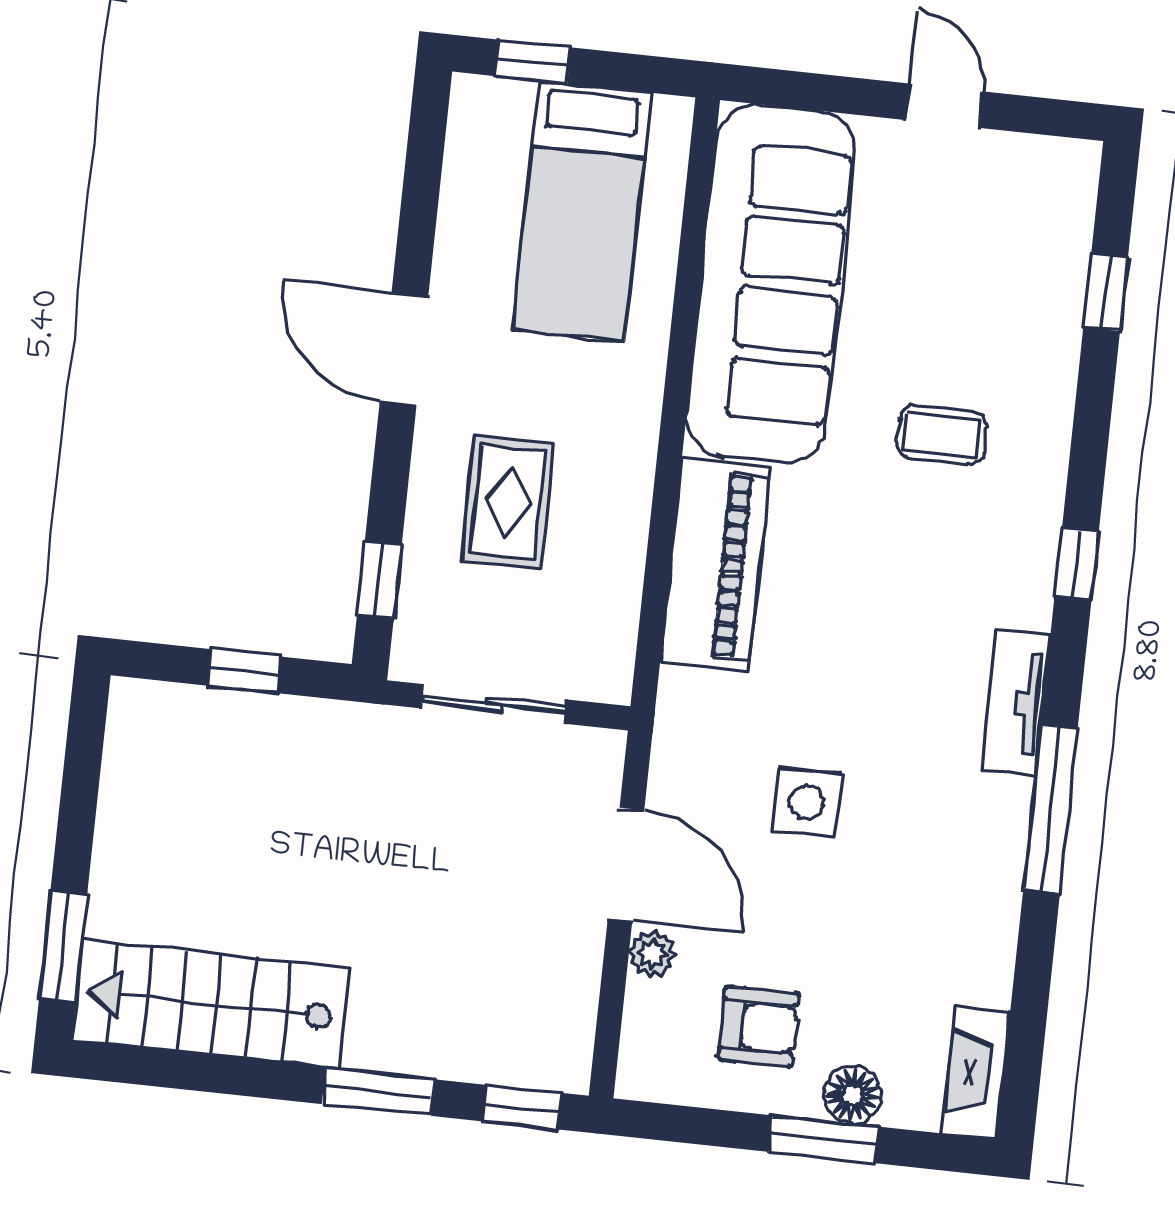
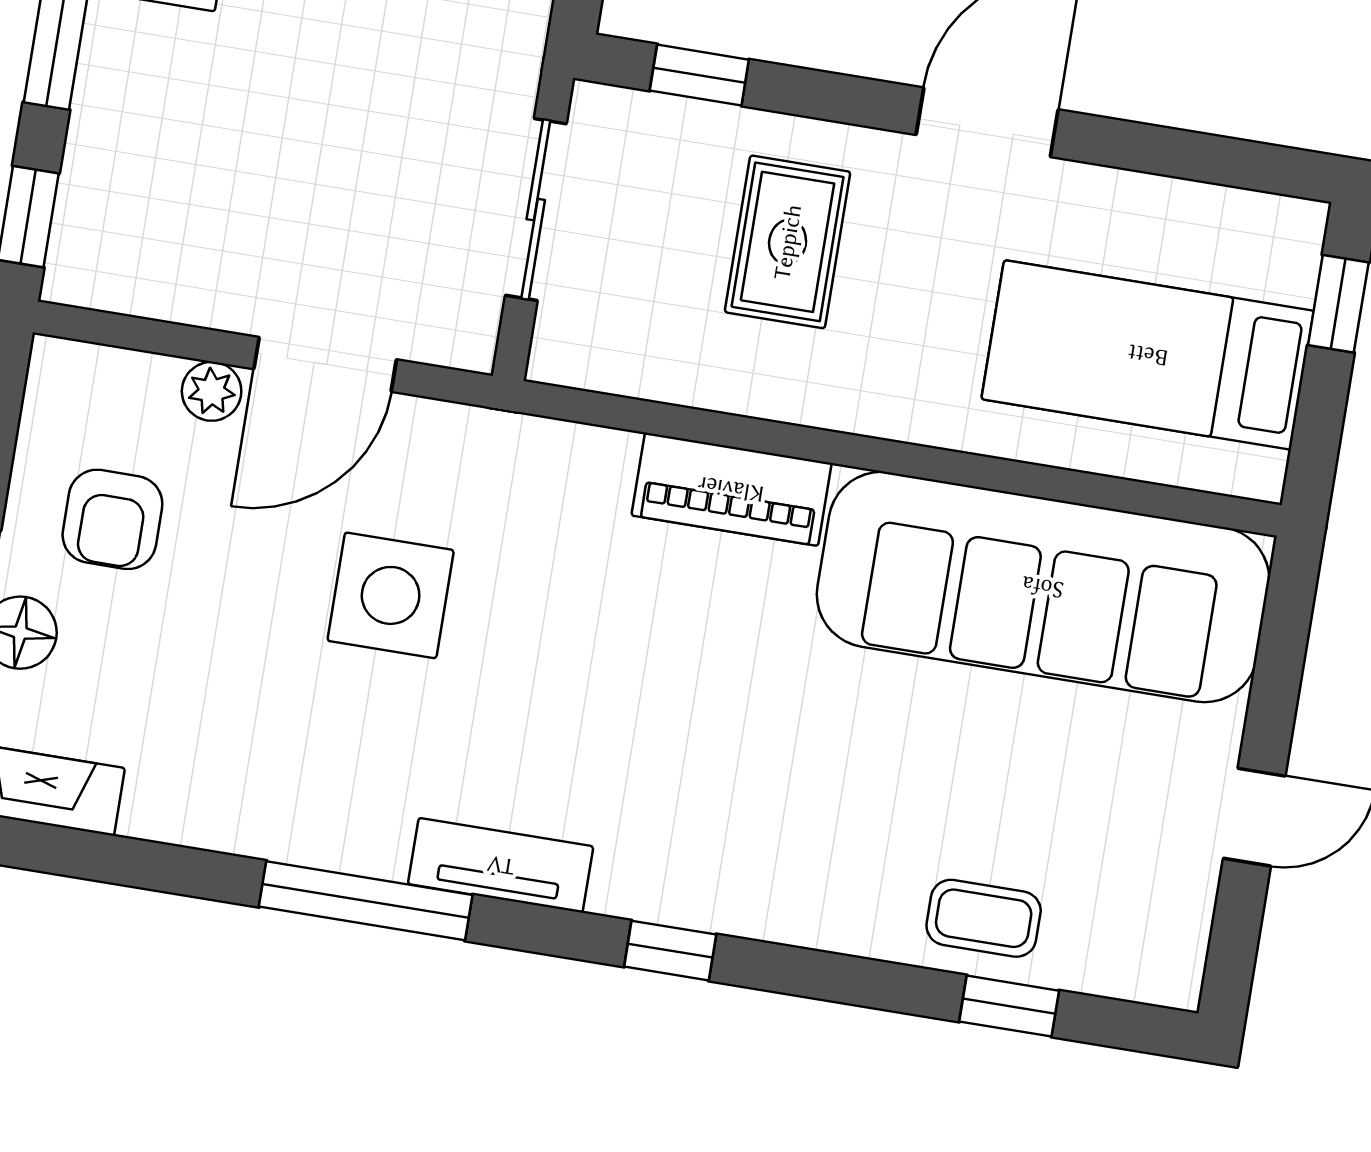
coffee table: (942, 435) -> (984, 918), moved, turned 90
rug: (508, 502) -> (788, 242), turned 90
piano: (715, 564) -> (731, 489), width x0.73, depth x0.75
side table: (807, 802) -> (391, 595), width x1.37, depth x1.37

